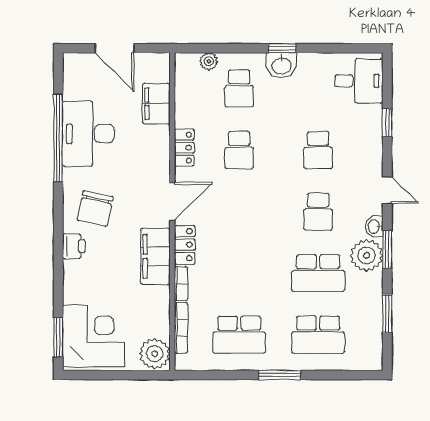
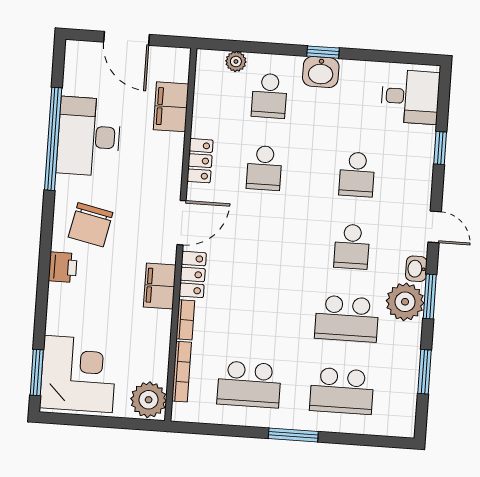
filing cabinet: (155, 256) -> (160, 286), width x0.67, depth x0.86

